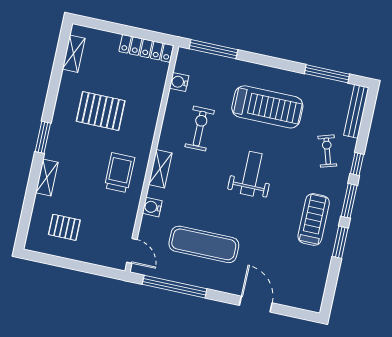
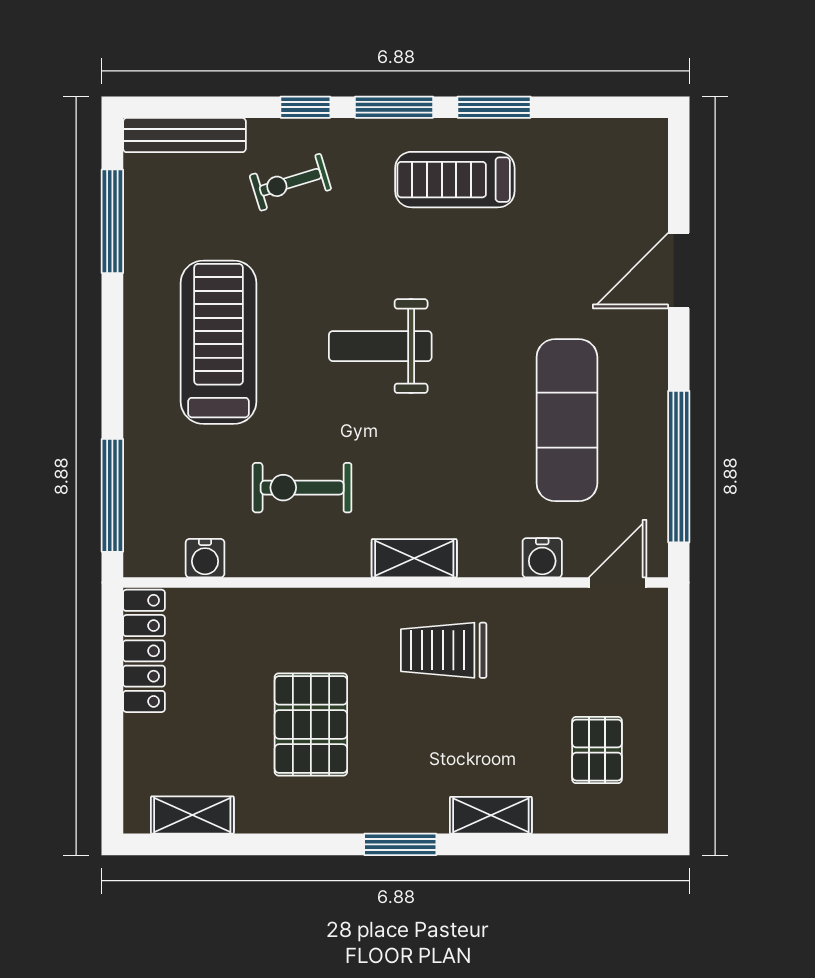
water cooler: (152, 207) -> (542, 558), moved

